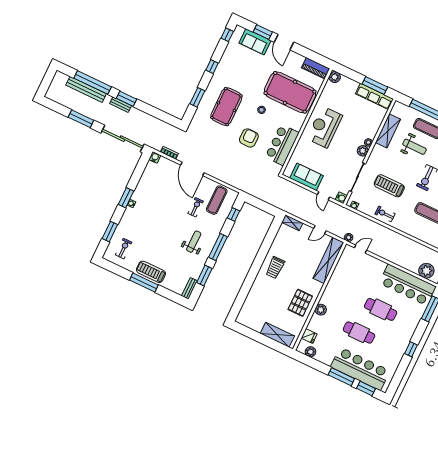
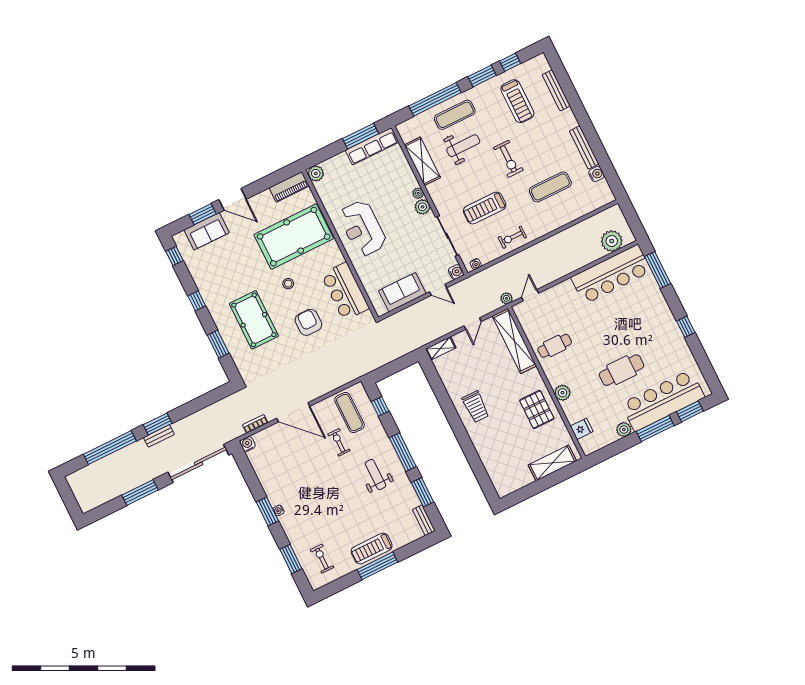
bench: (86, 89) -> (112, 461), removed
cafe table: (381, 309) -> (555, 346), moved, width x0.73, depth x0.74
plant: (310, 352) -> (624, 430), moved

